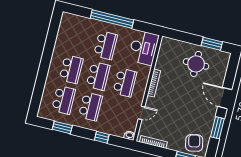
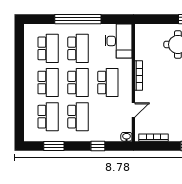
school desk: (79, 39) -> (48, 48), added

